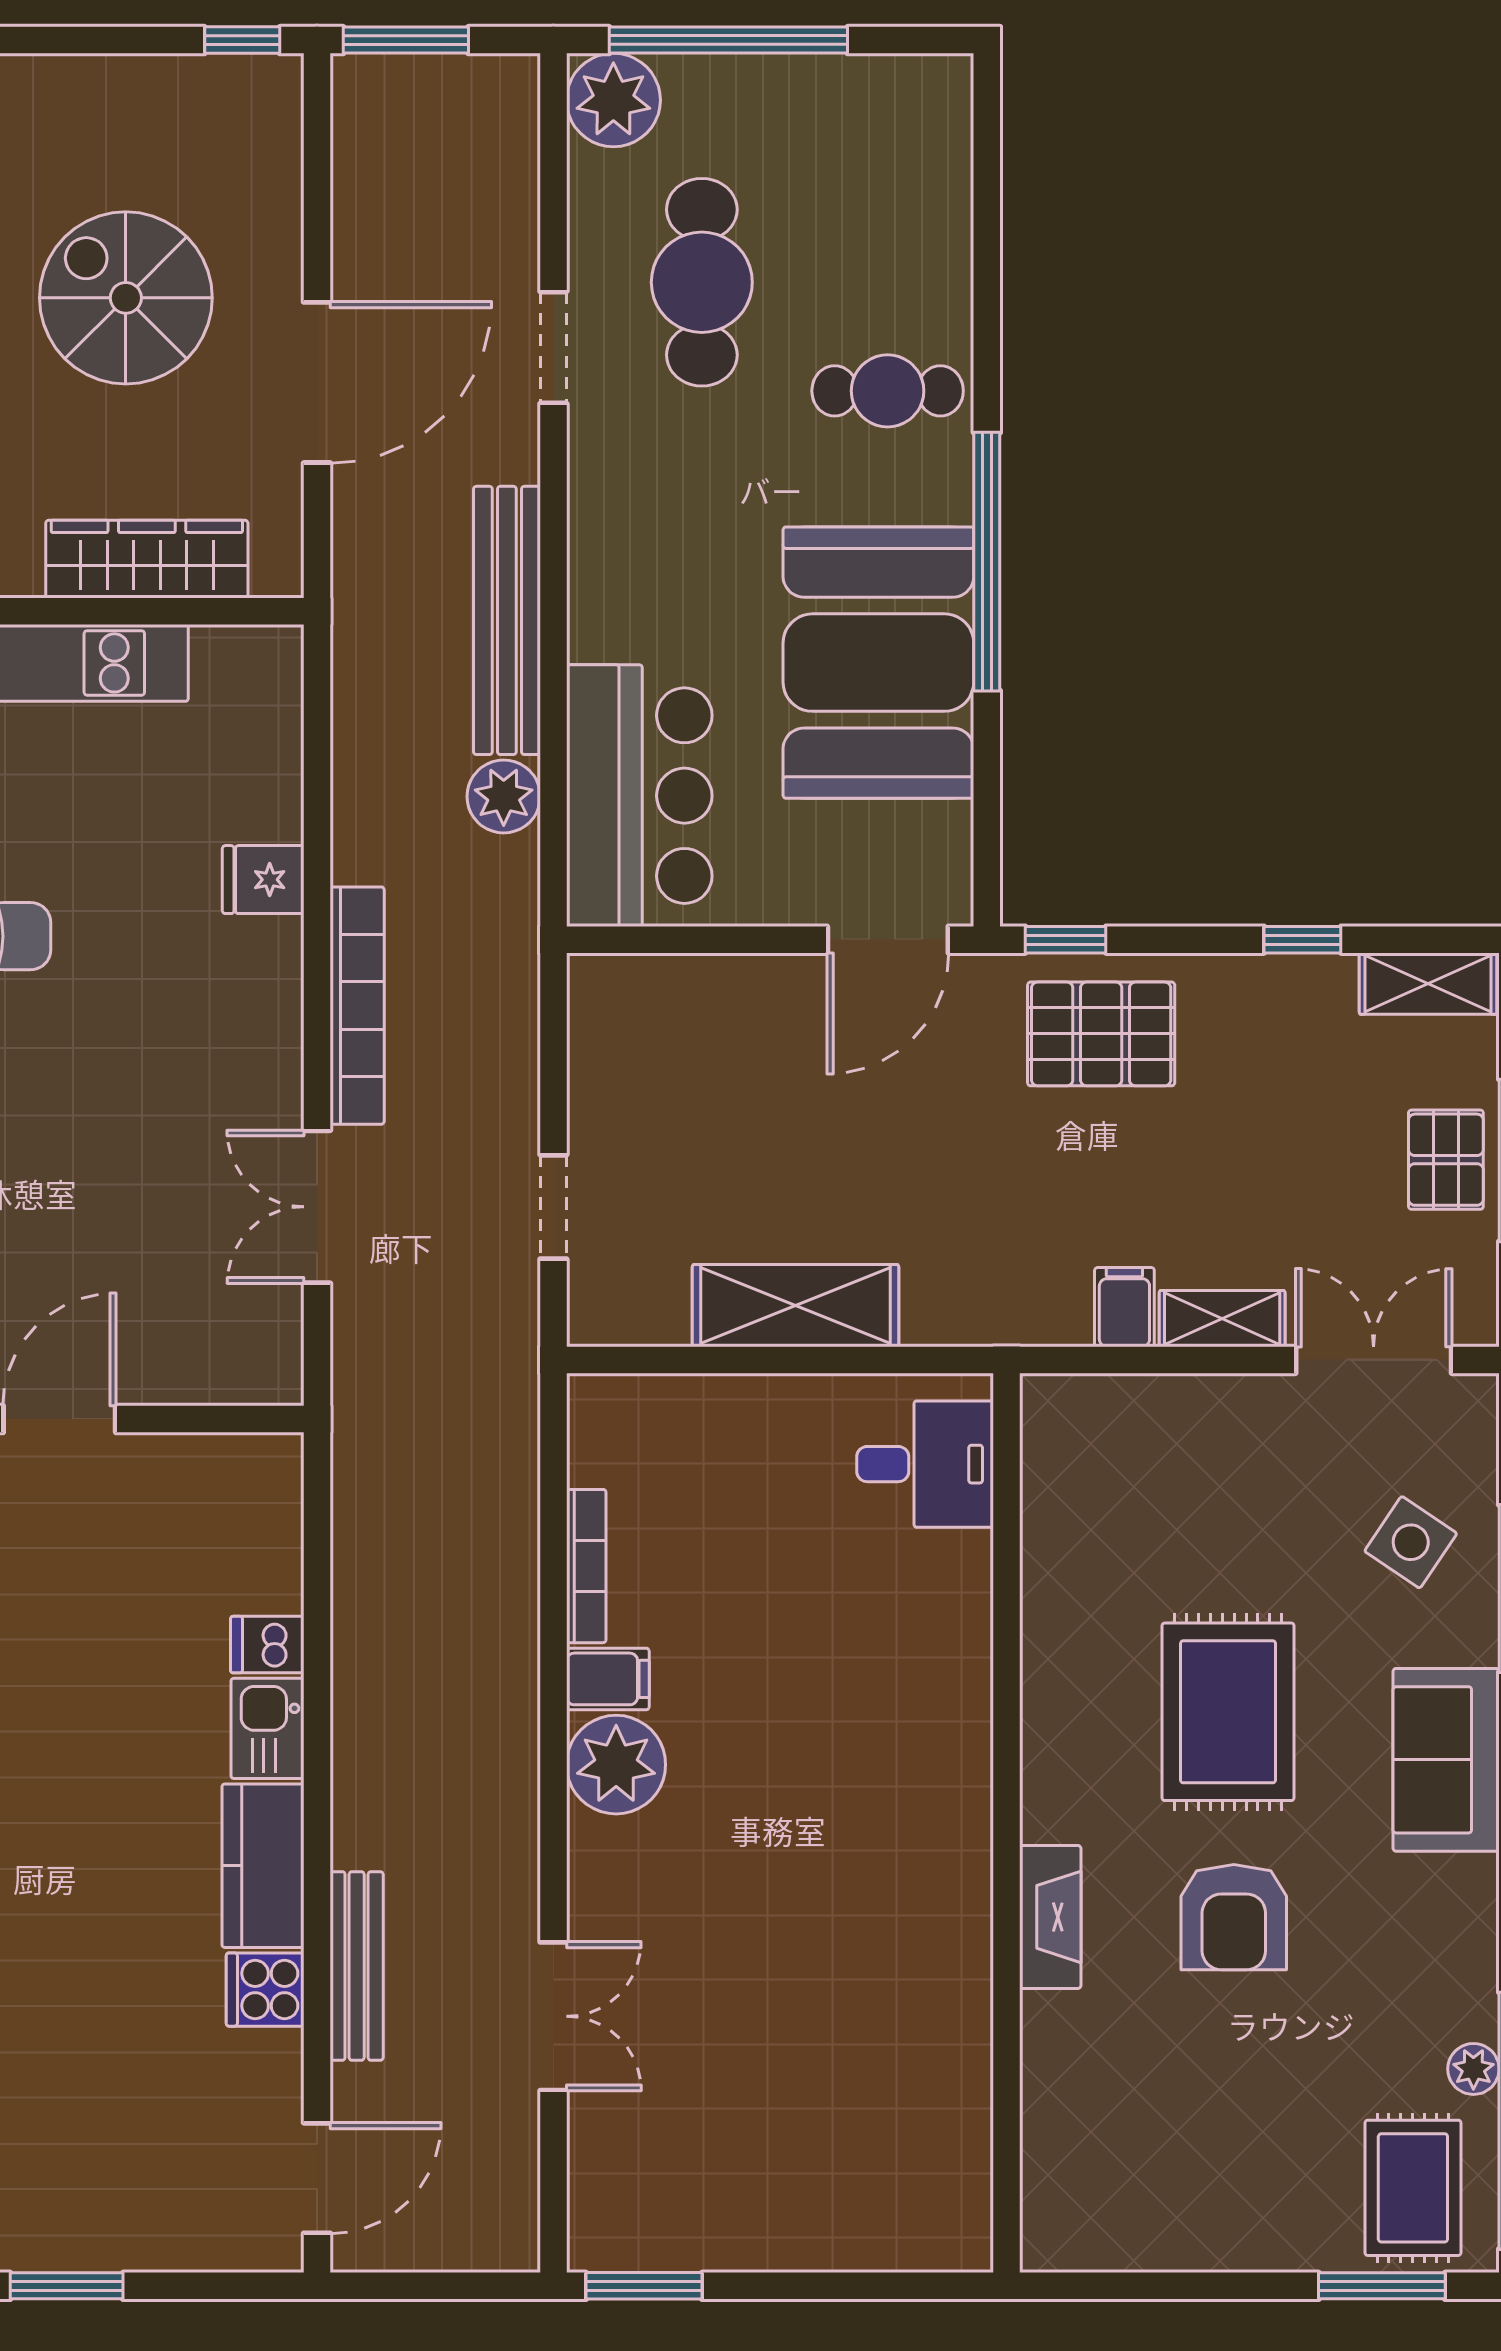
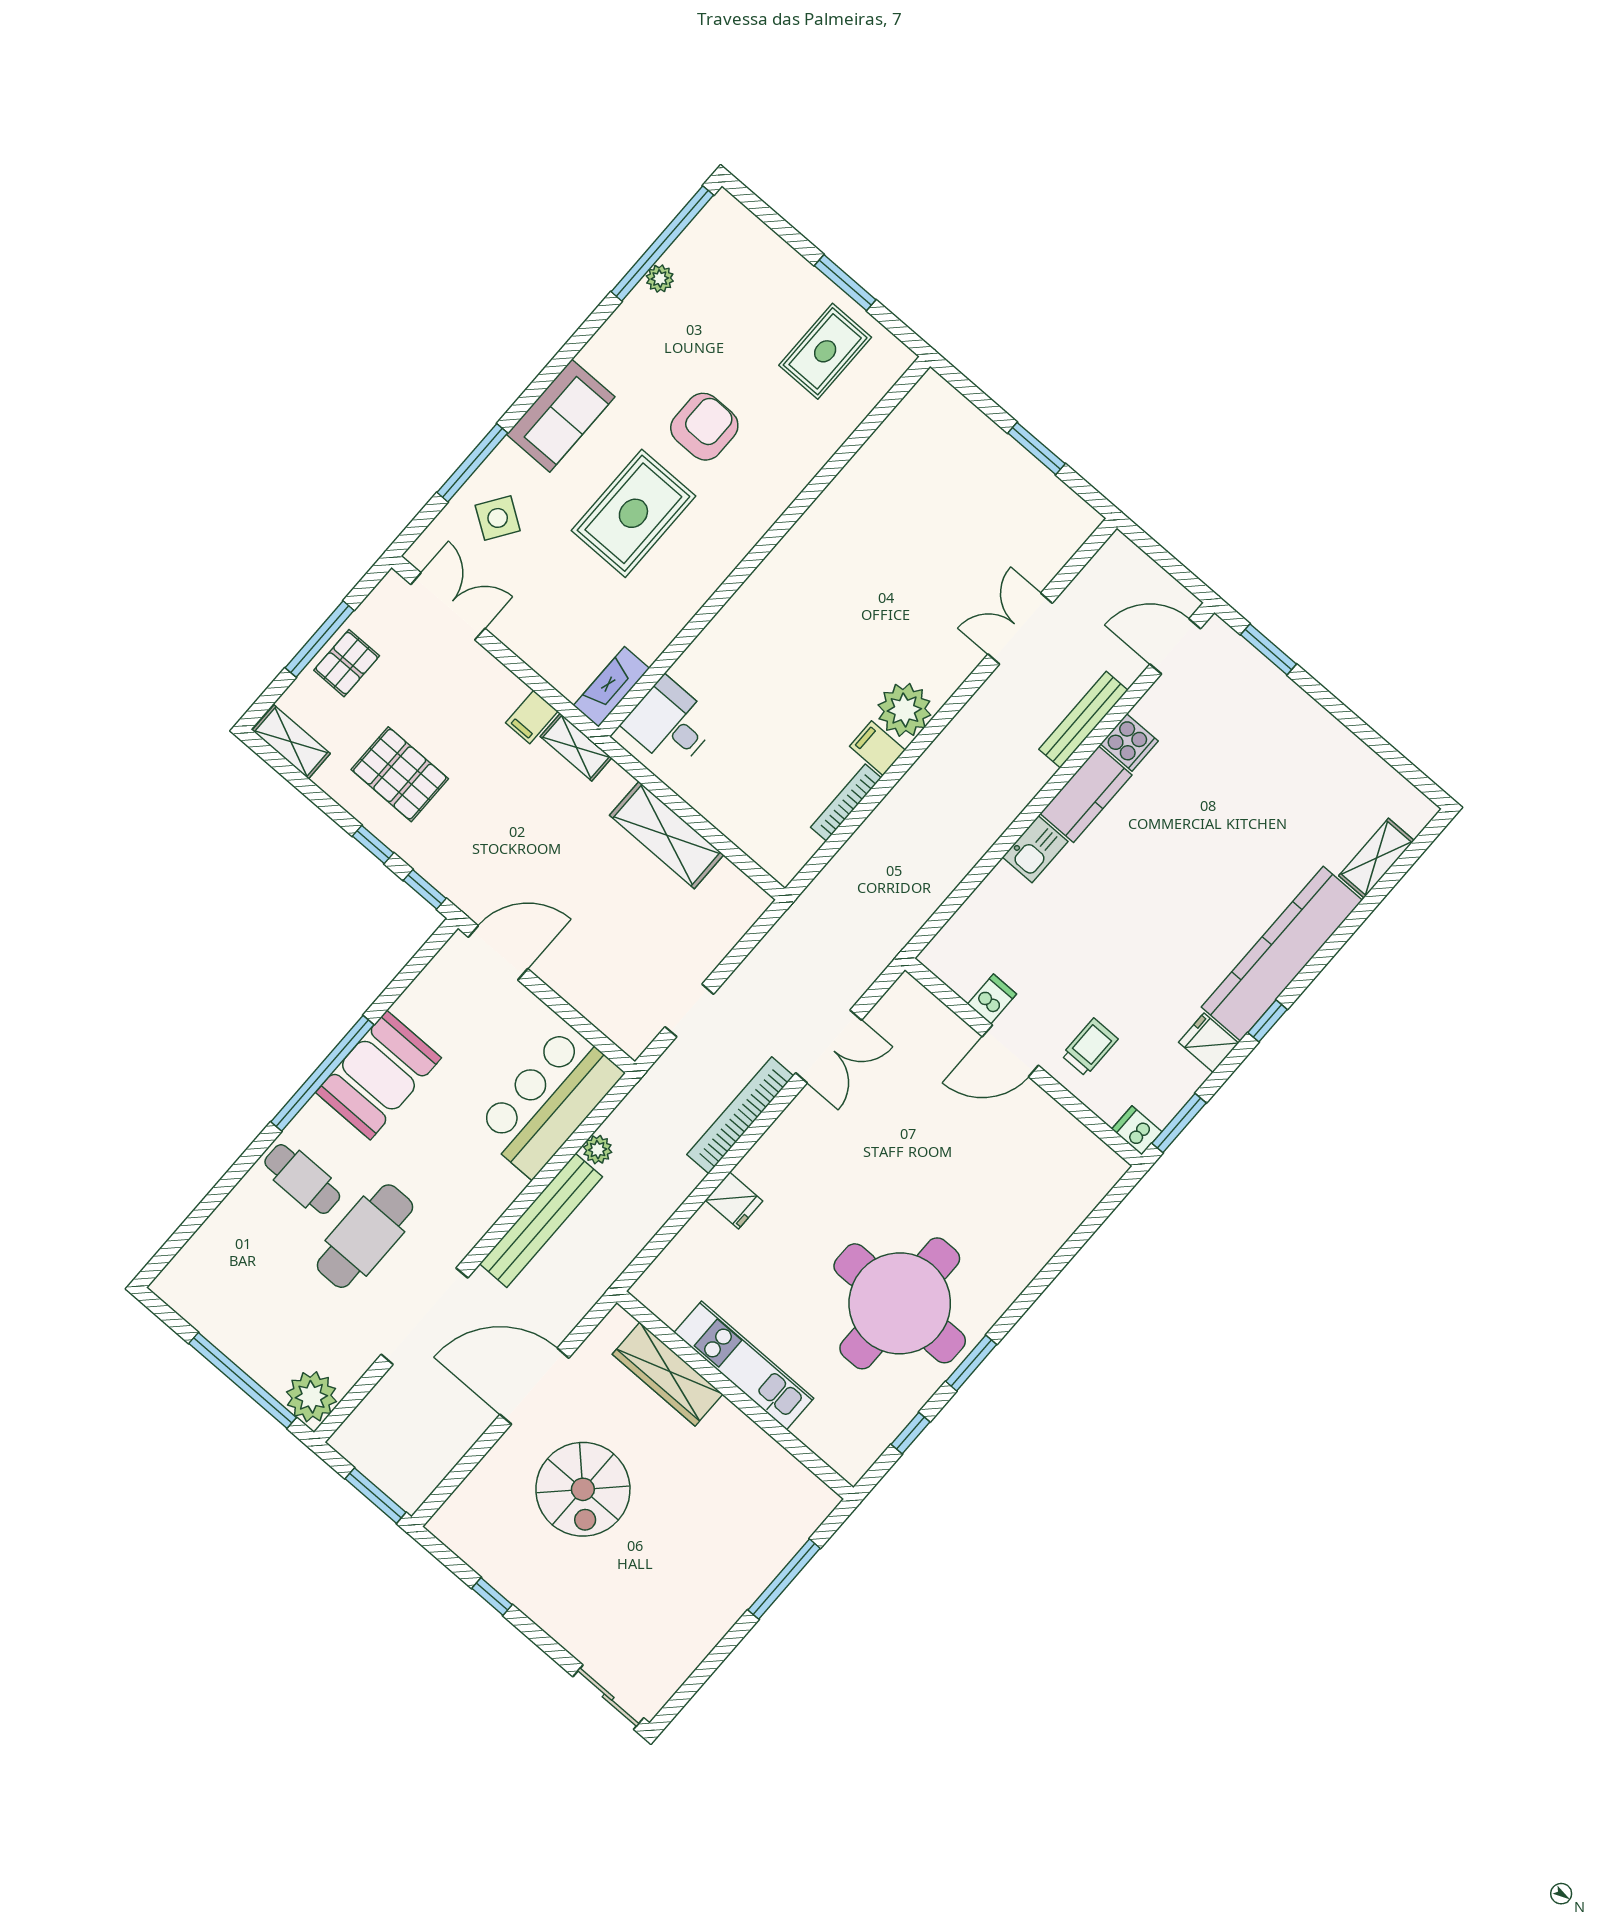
window: (242, 40) -> (492, 1597), moved
cafe table: (702, 282) -> (365, 1236), moved
doorway: (553, 348) -> (424, 1316), width x1.88
booth: (878, 663) -> (378, 1075), width x0.73, depth x0.70
plant: (504, 796) -> (598, 1150), width x0.73, depth x0.73
window: (1302, 940) -> (373, 845), moved
pallet: (1101, 1034) -> (400, 774), moved
doorway: (553, 1207) -> (689, 1010), moved
shelving: (1222, 1319) -> (576, 747), moved
double door: (1374, 1360) -> (448, 606), swing flipped
dishwasher: (267, 1645) -> (992, 999), moved, turned -90
fireplace: (1050, 1917) -> (611, 687), moved
rug: (1413, 2188) -> (825, 351), moved
window: (67, 2286) -> (1269, 649), moved
window: (644, 2286) -> (1036, 448), moved
window: (1382, 2286) -> (845, 283), moved

